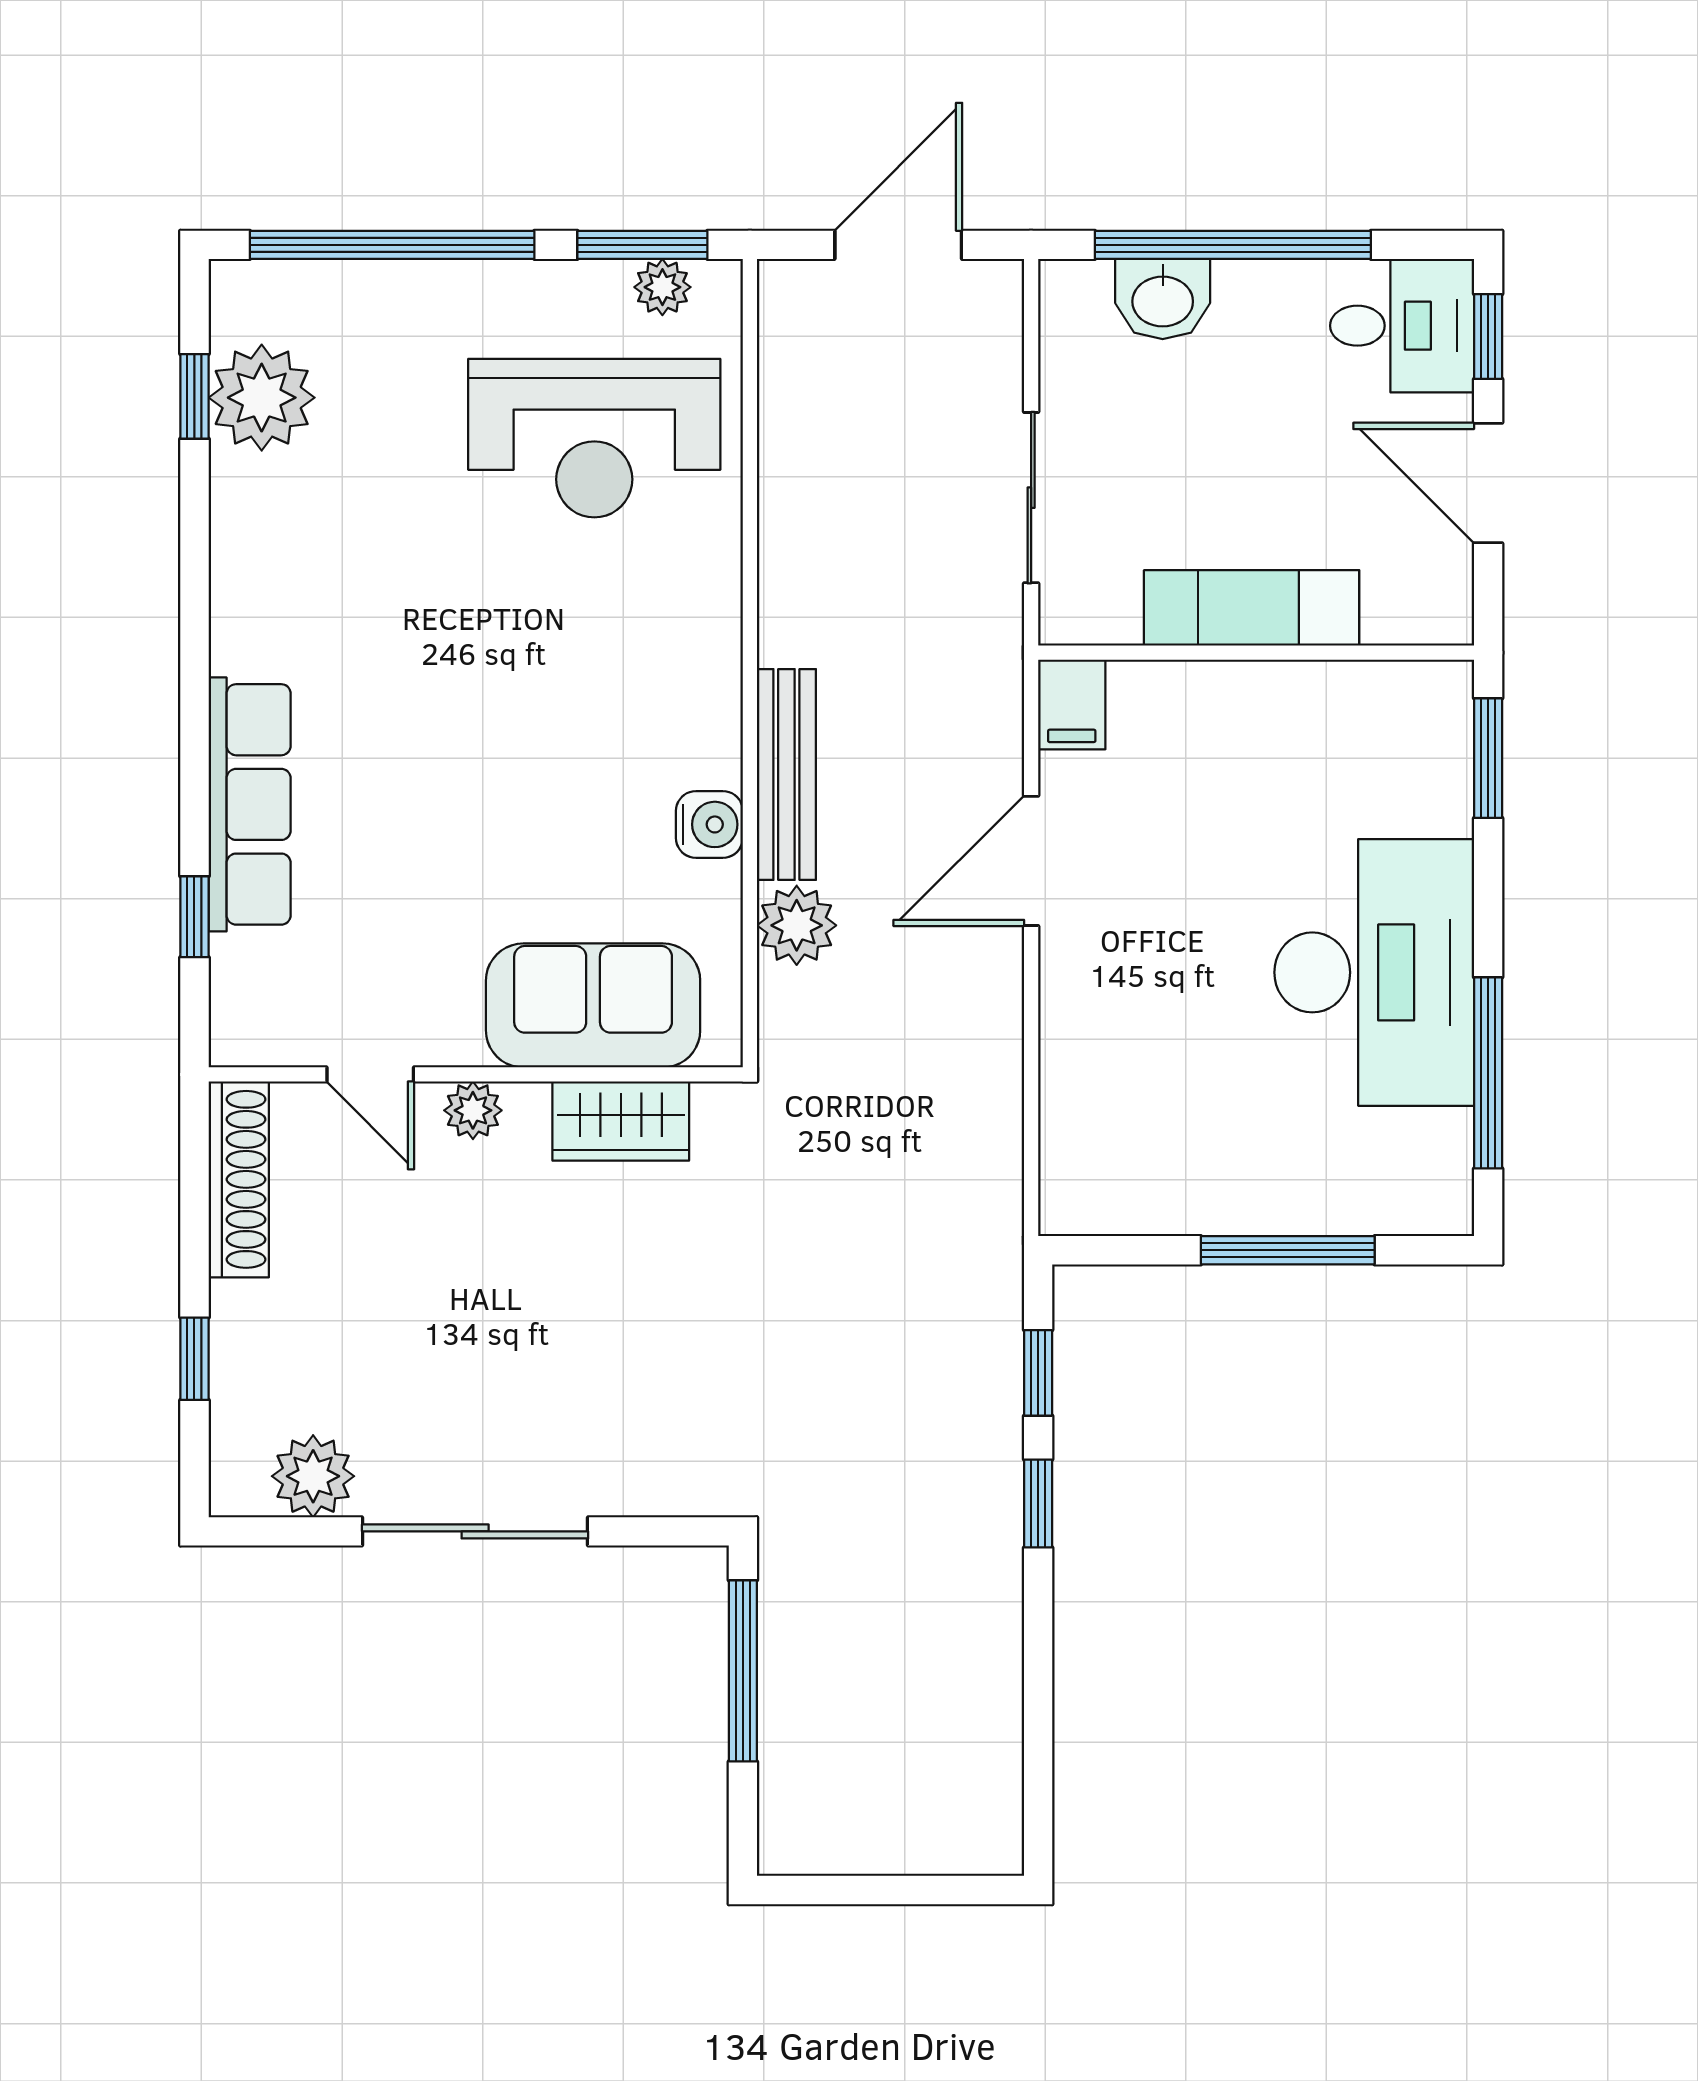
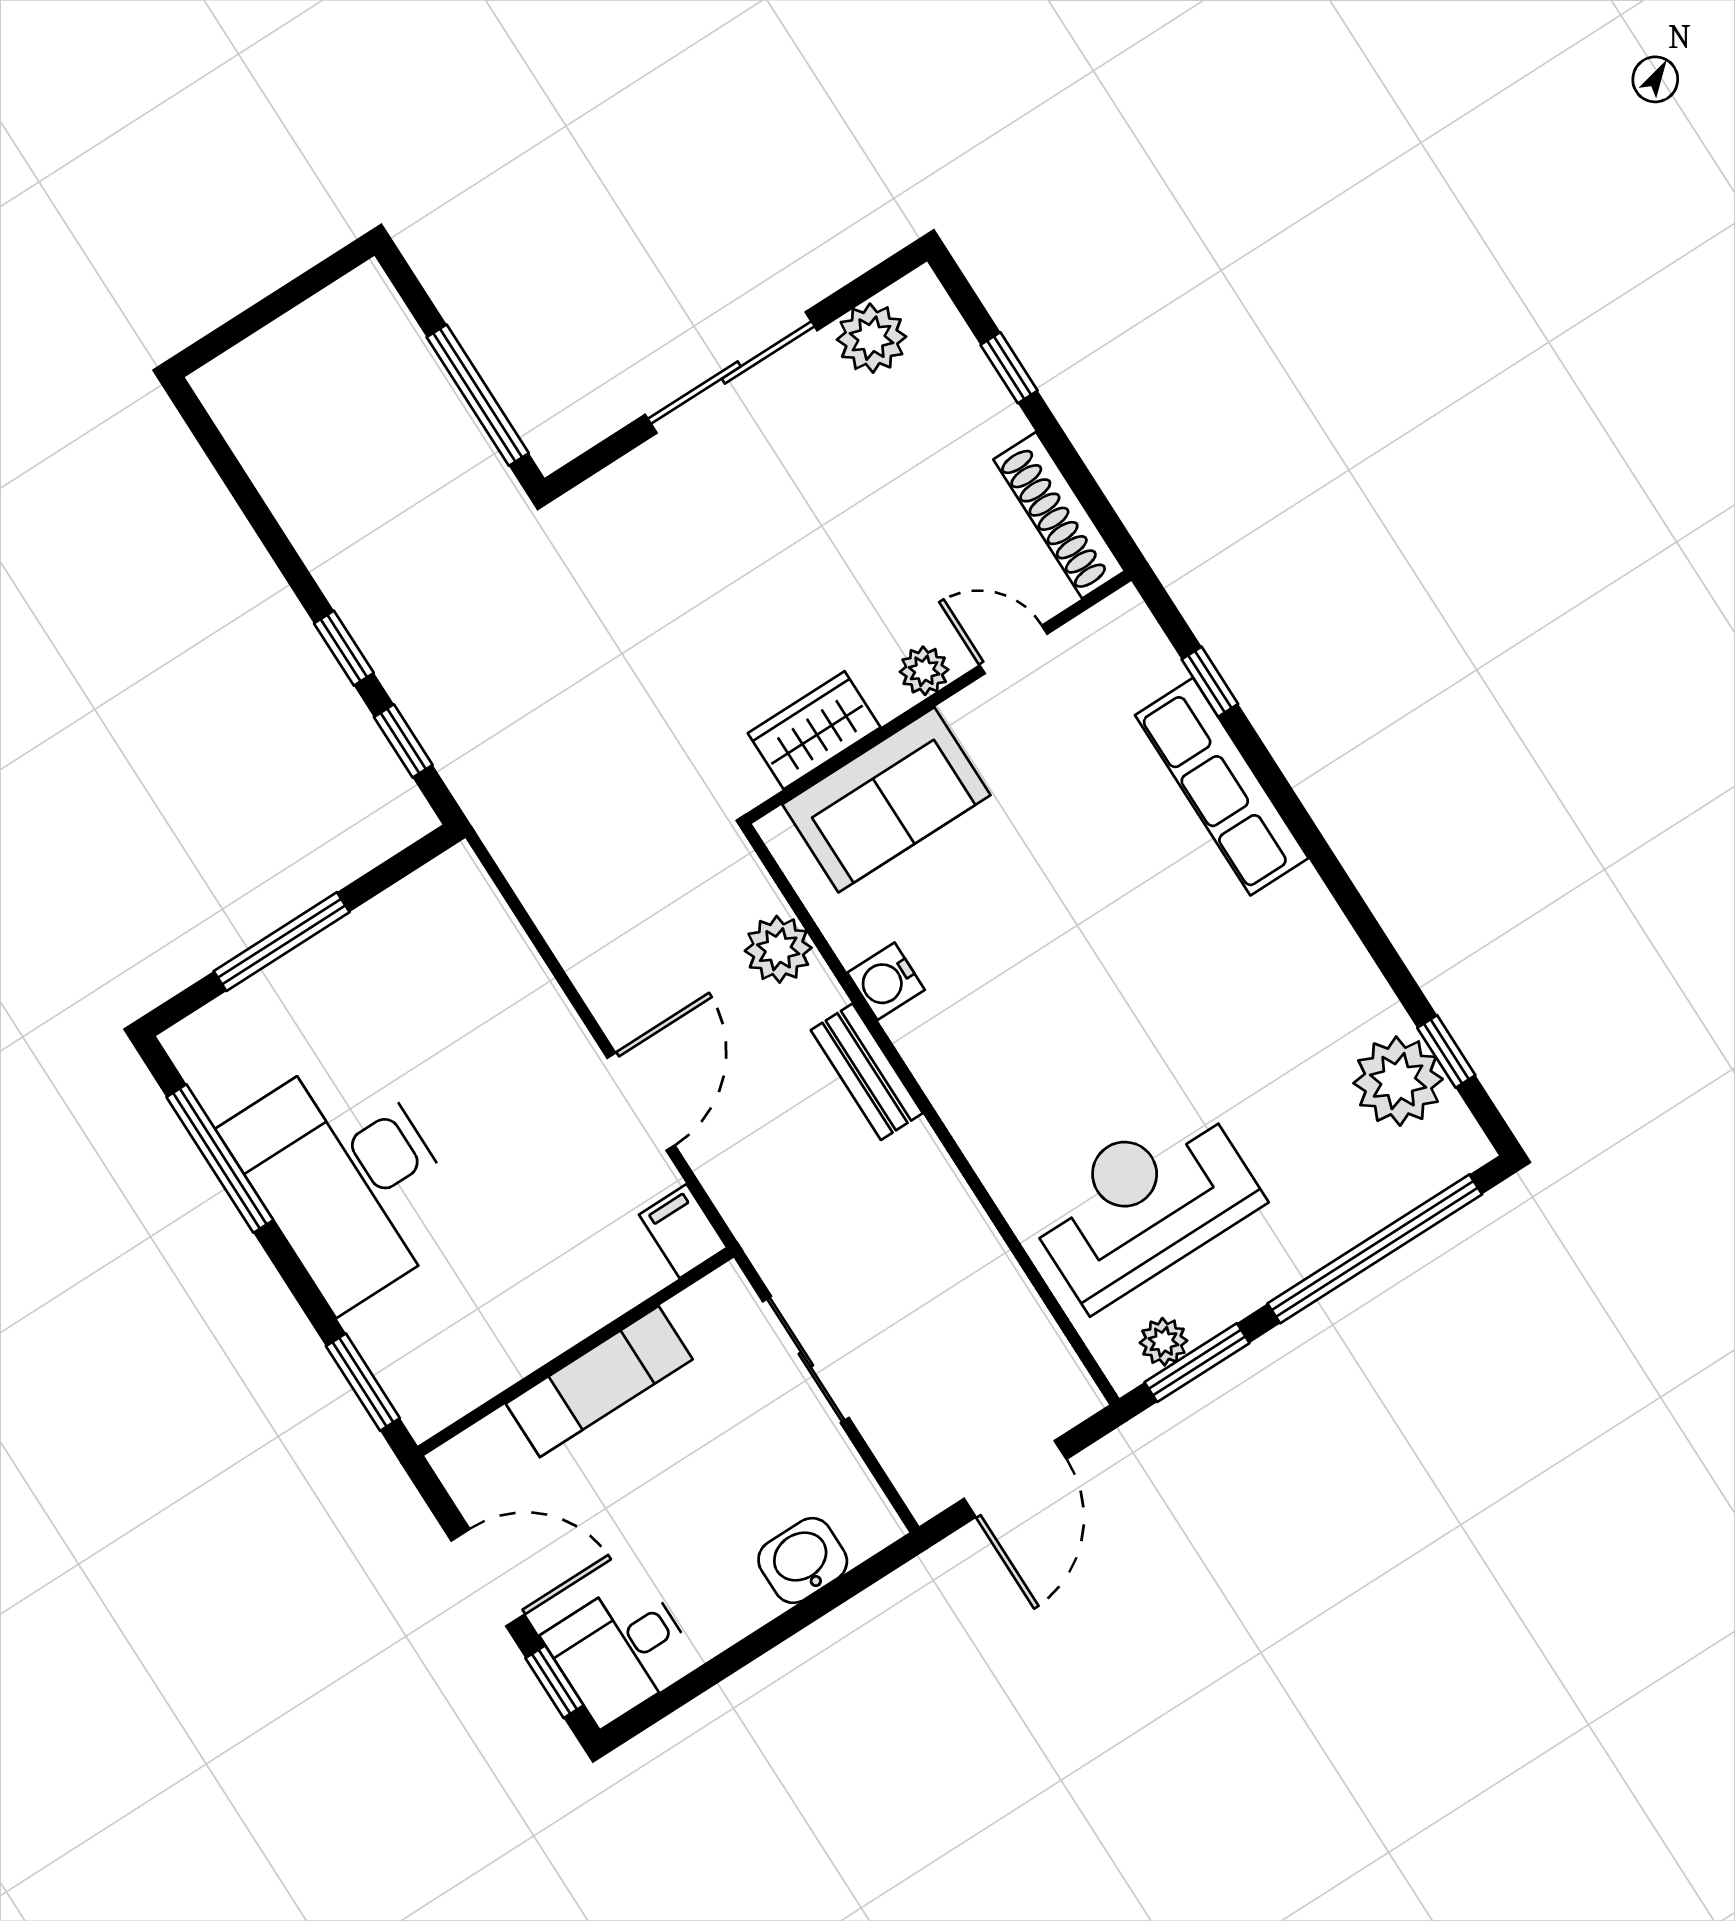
window: (1233, 245) -> (777, 1631), removed
bench: (786, 775) -> (867, 1072), width x0.73

